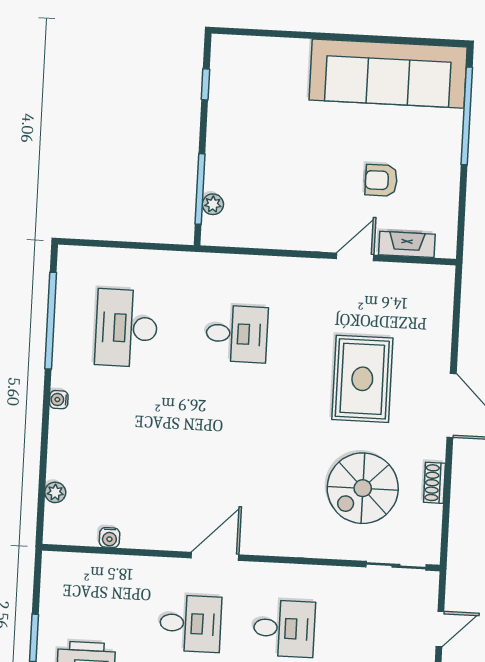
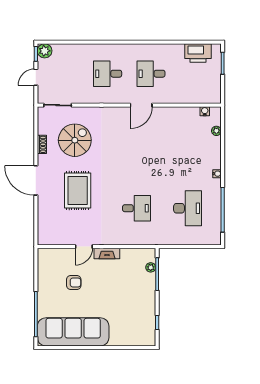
fireplace: (407, 244) -> (107, 254), moved
desk: (237, 334) -> (137, 208), turned 180
water cooler: (110, 538) -> (205, 111), moved

